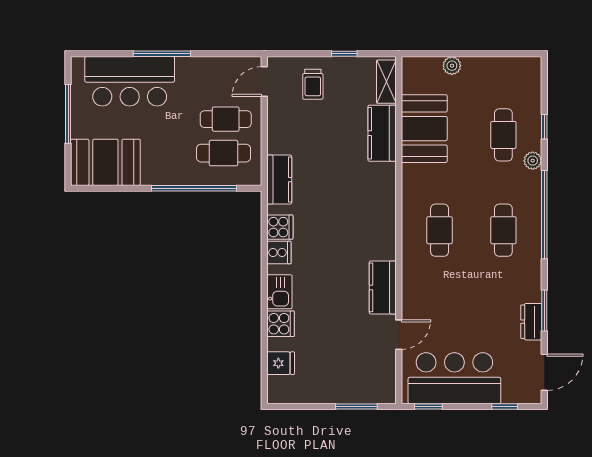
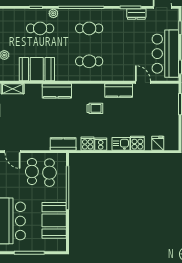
trolley: (313, 84) -> (95, 108), moved
kitchen counter: (382, 133) -> (57, 91), moved
booth: (105, 162) -> (54, 220), moved

